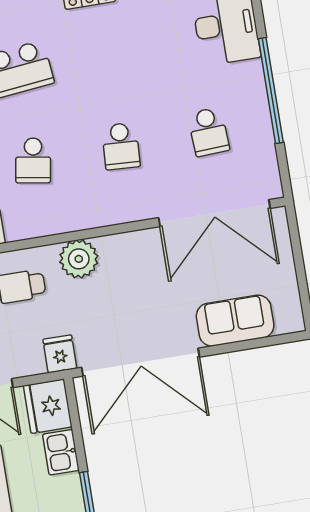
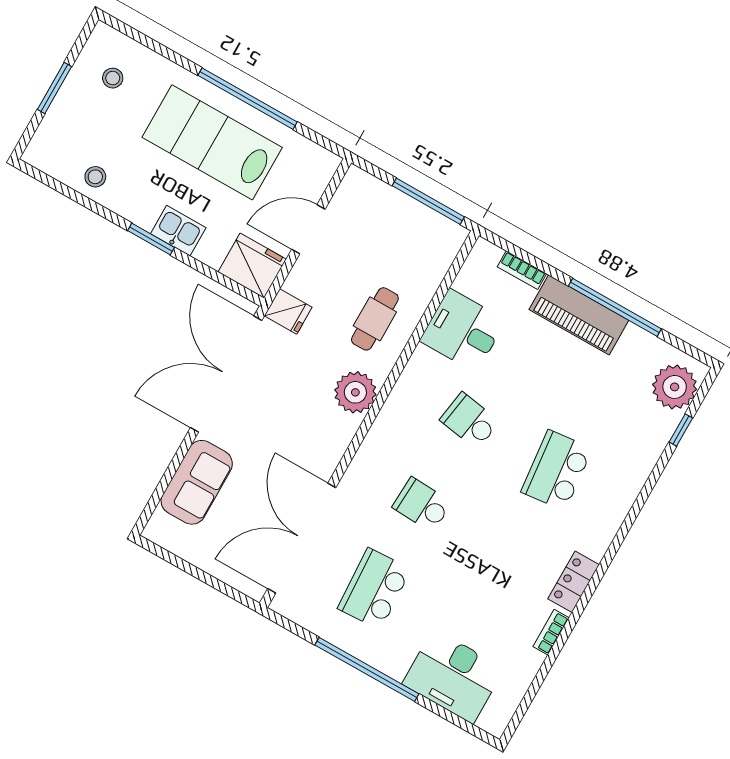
school desk: (209, 132) -> (374, 589), width x1.85
kitchen sink: (61, 452) -> (178, 231), moved

